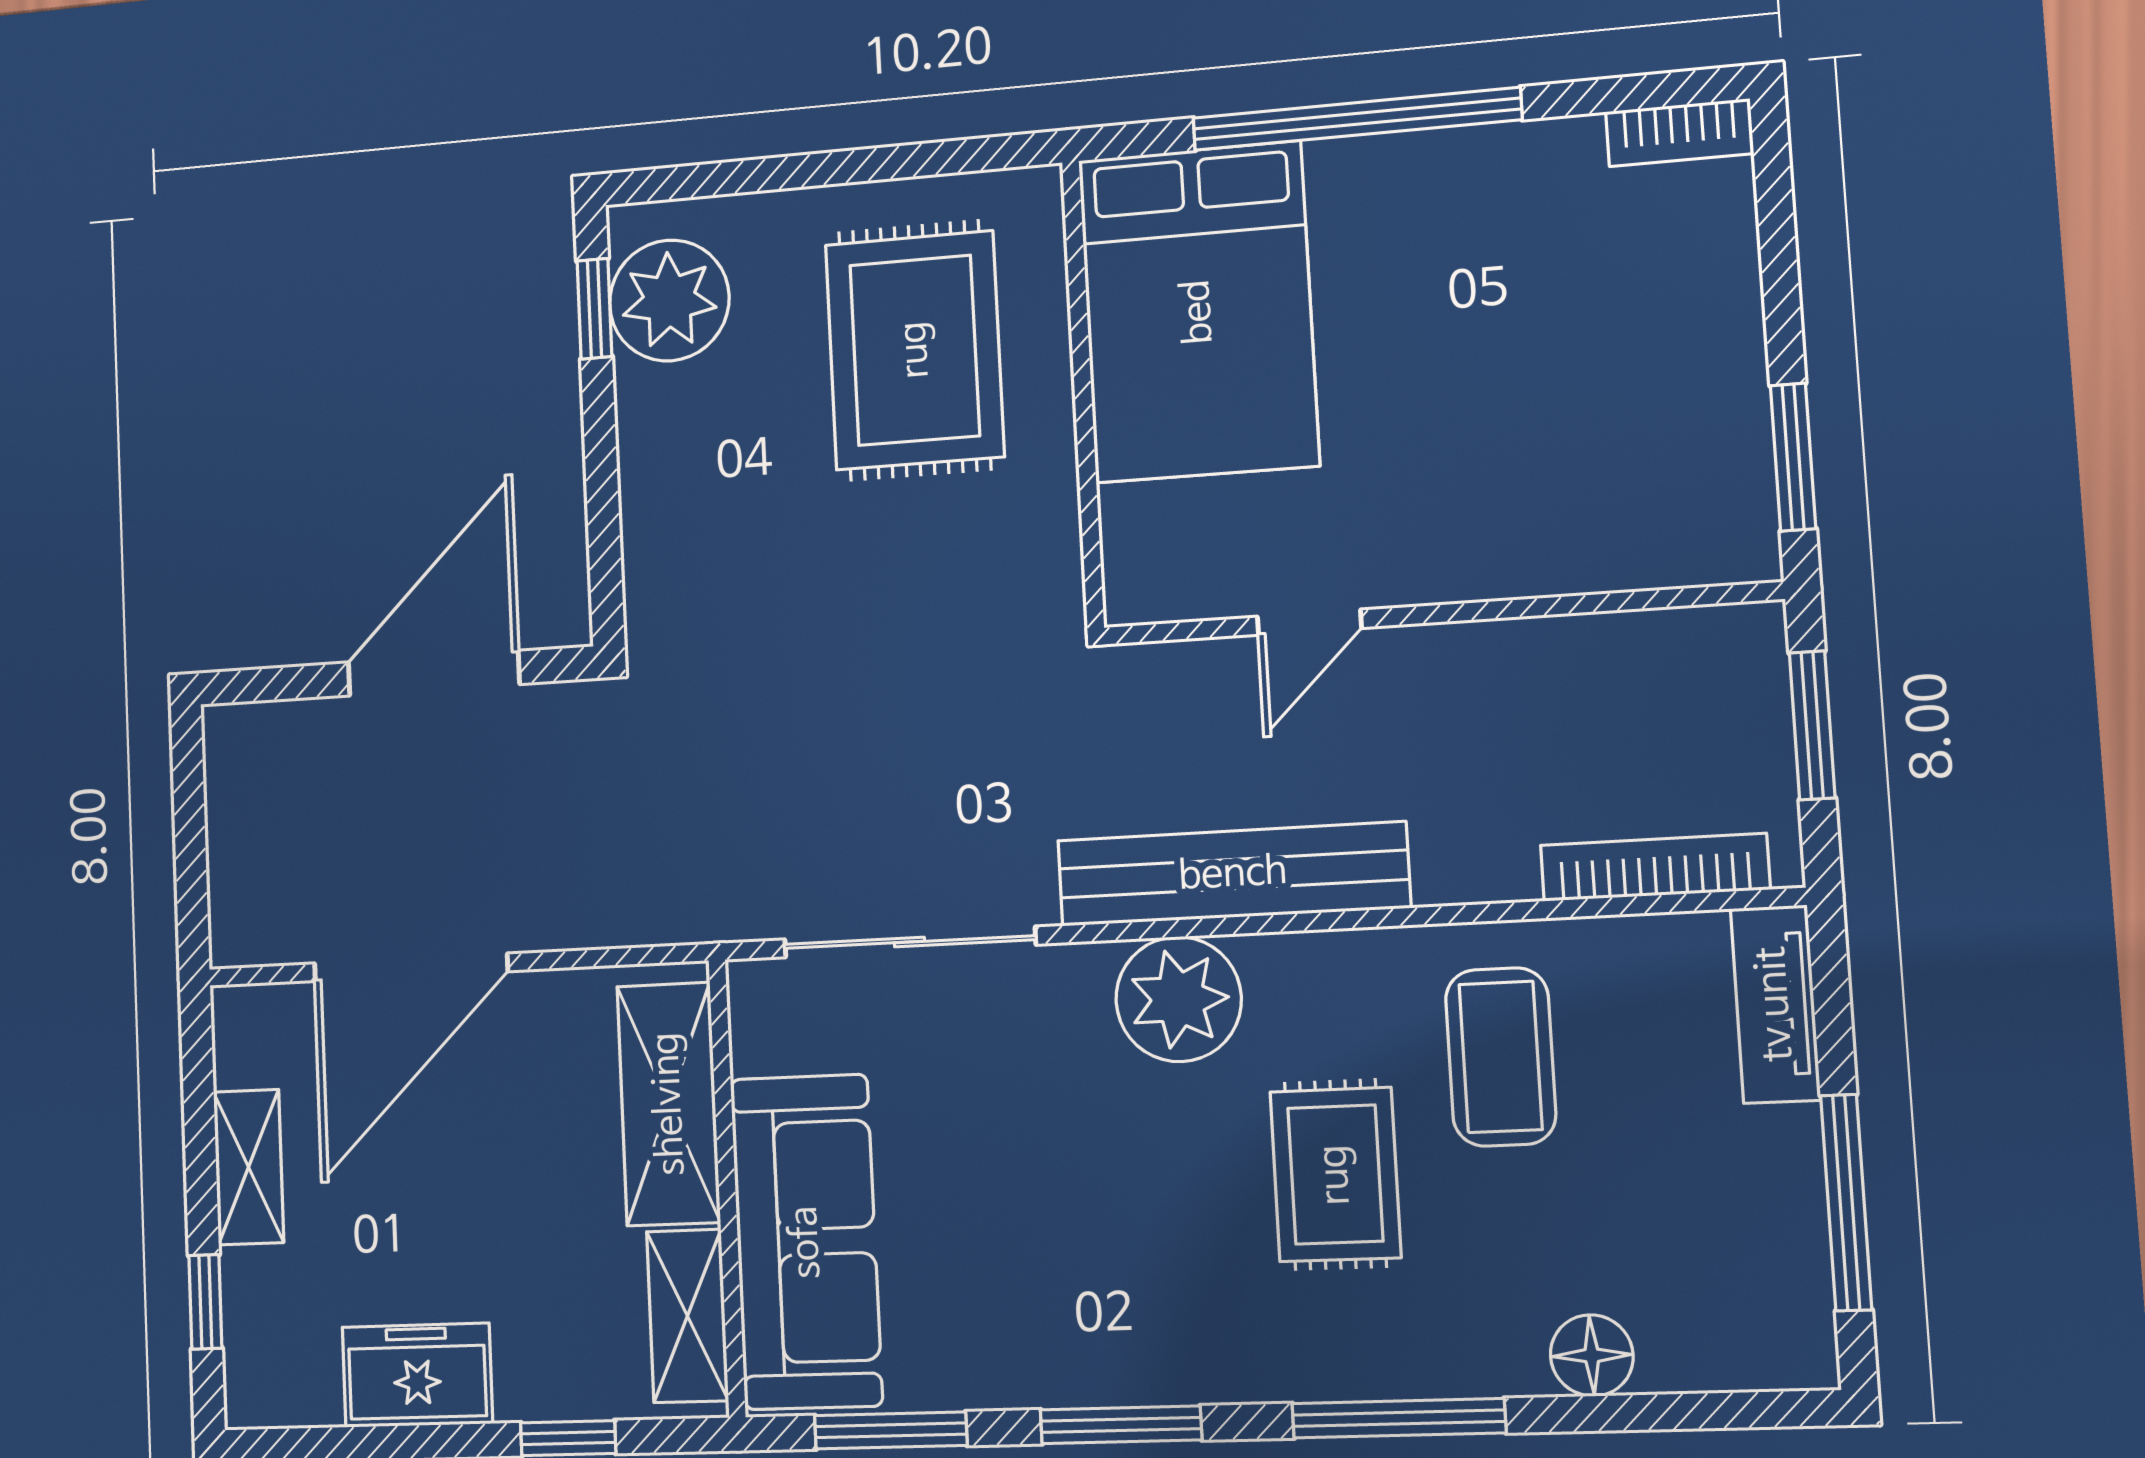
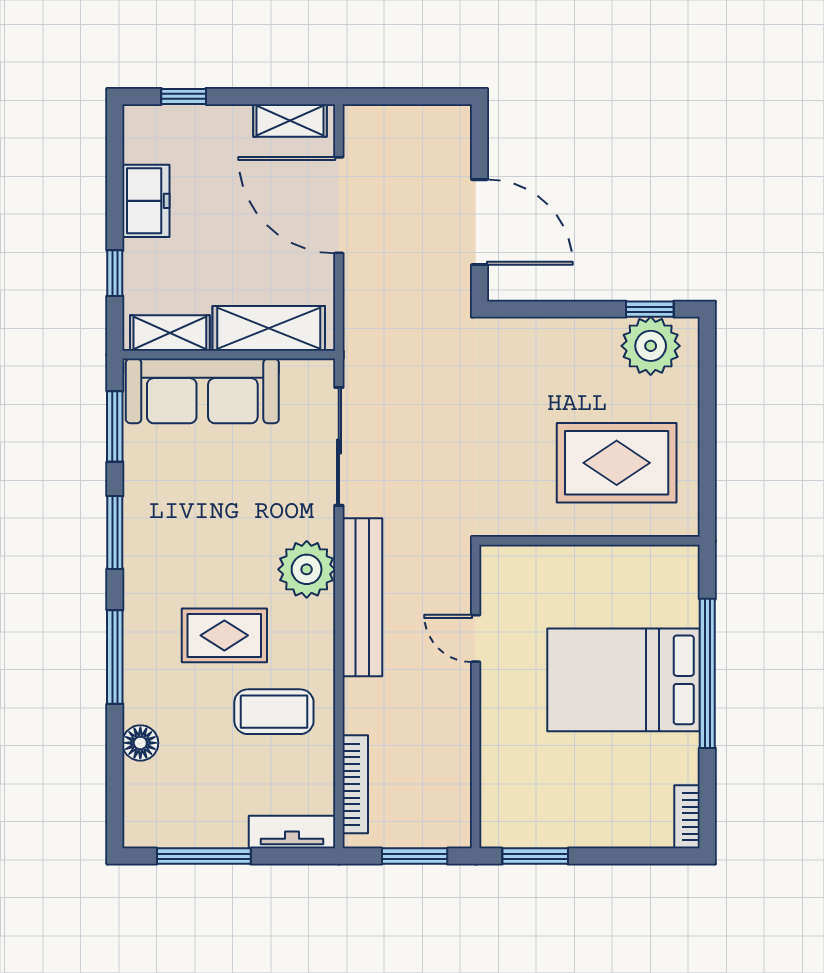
bed: (1198, 312) -> (624, 680), moved
shelving: (248, 1167) -> (290, 120), moved

